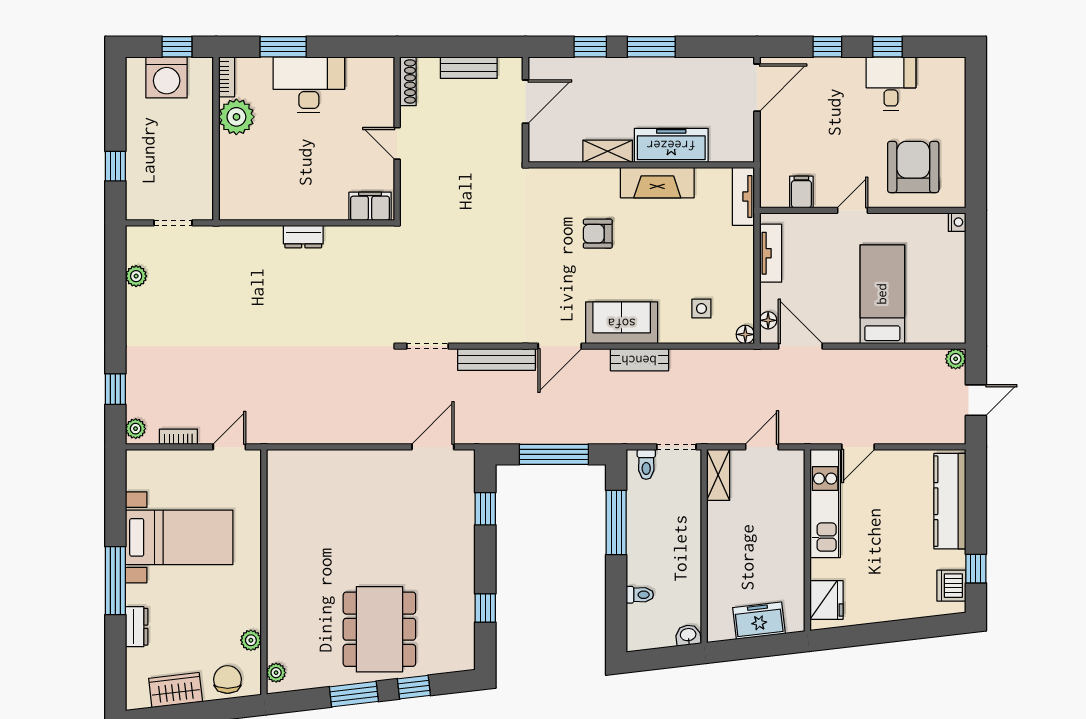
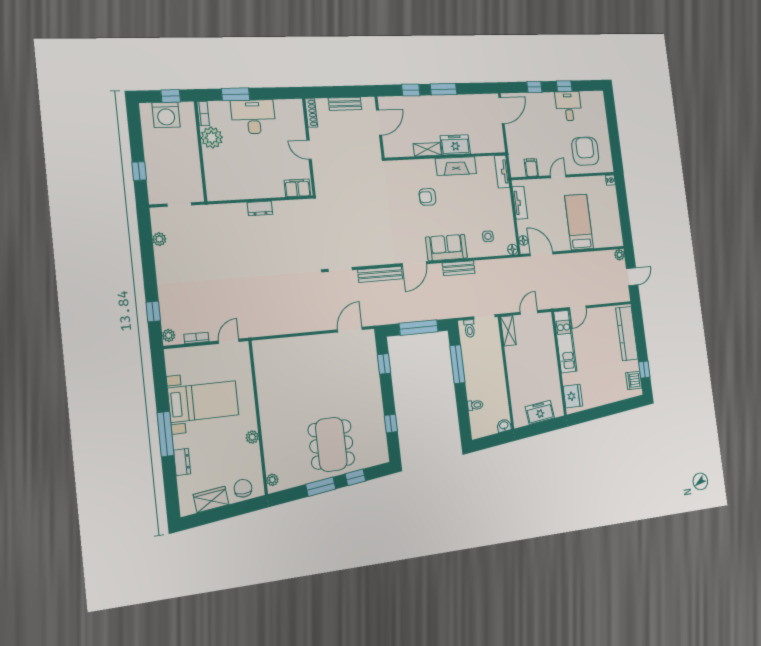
freezer: (671, 145) -> (455, 145), width x0.71
plant: (251, 640) -> (252, 437), moved

